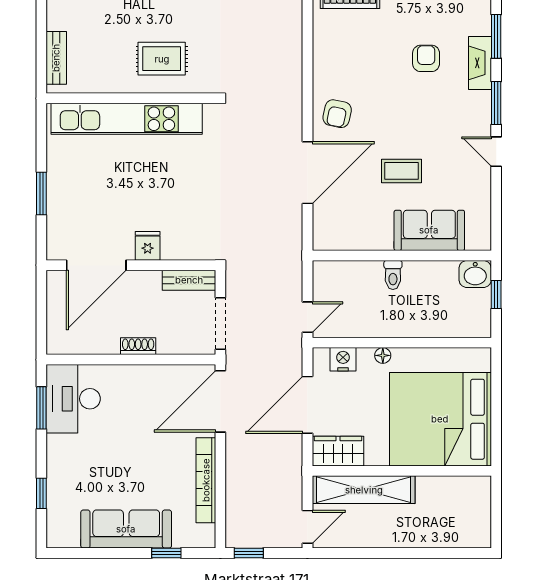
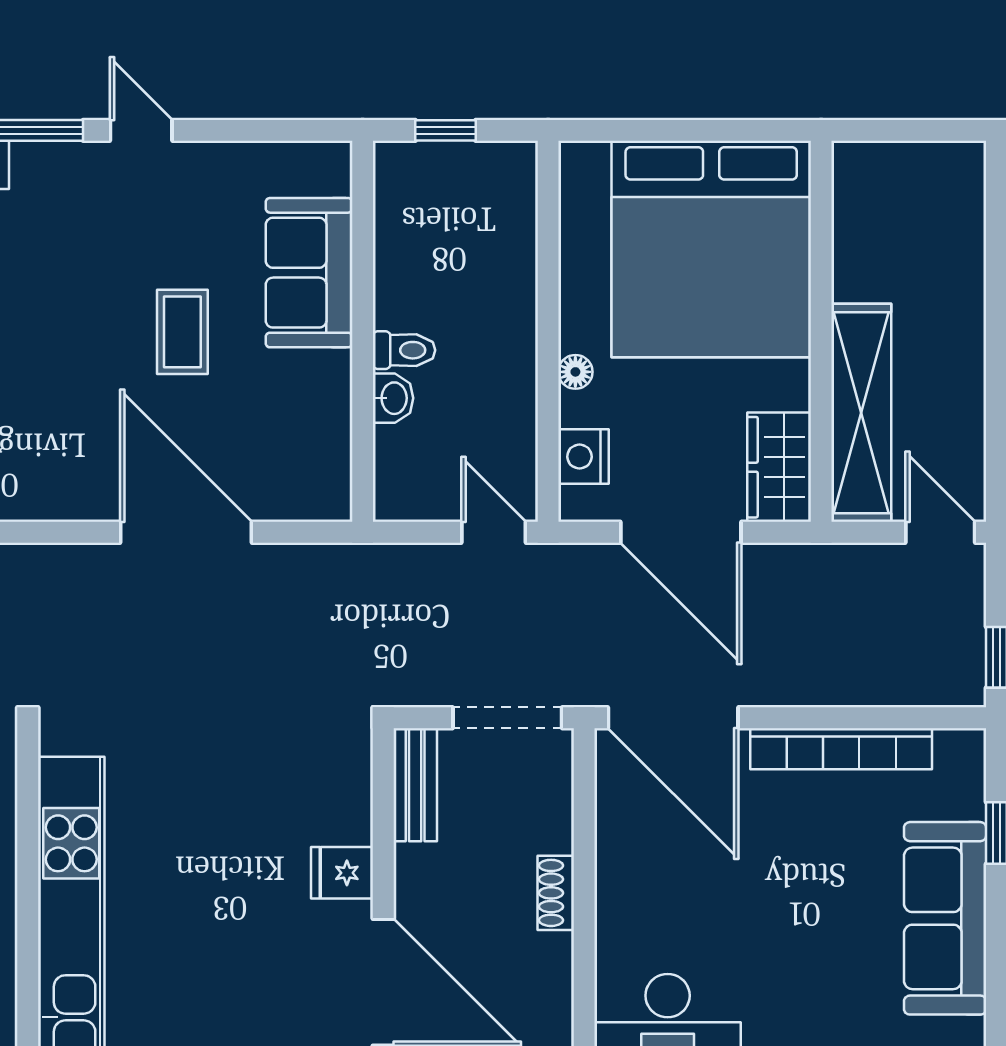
armchair: (337, 114) -> (60, 469), removed
door: (496, 152) -> (141, 130), swing flipped
washbasin: (475, 274) -> (393, 398), moved, width x0.72, depth x0.69

